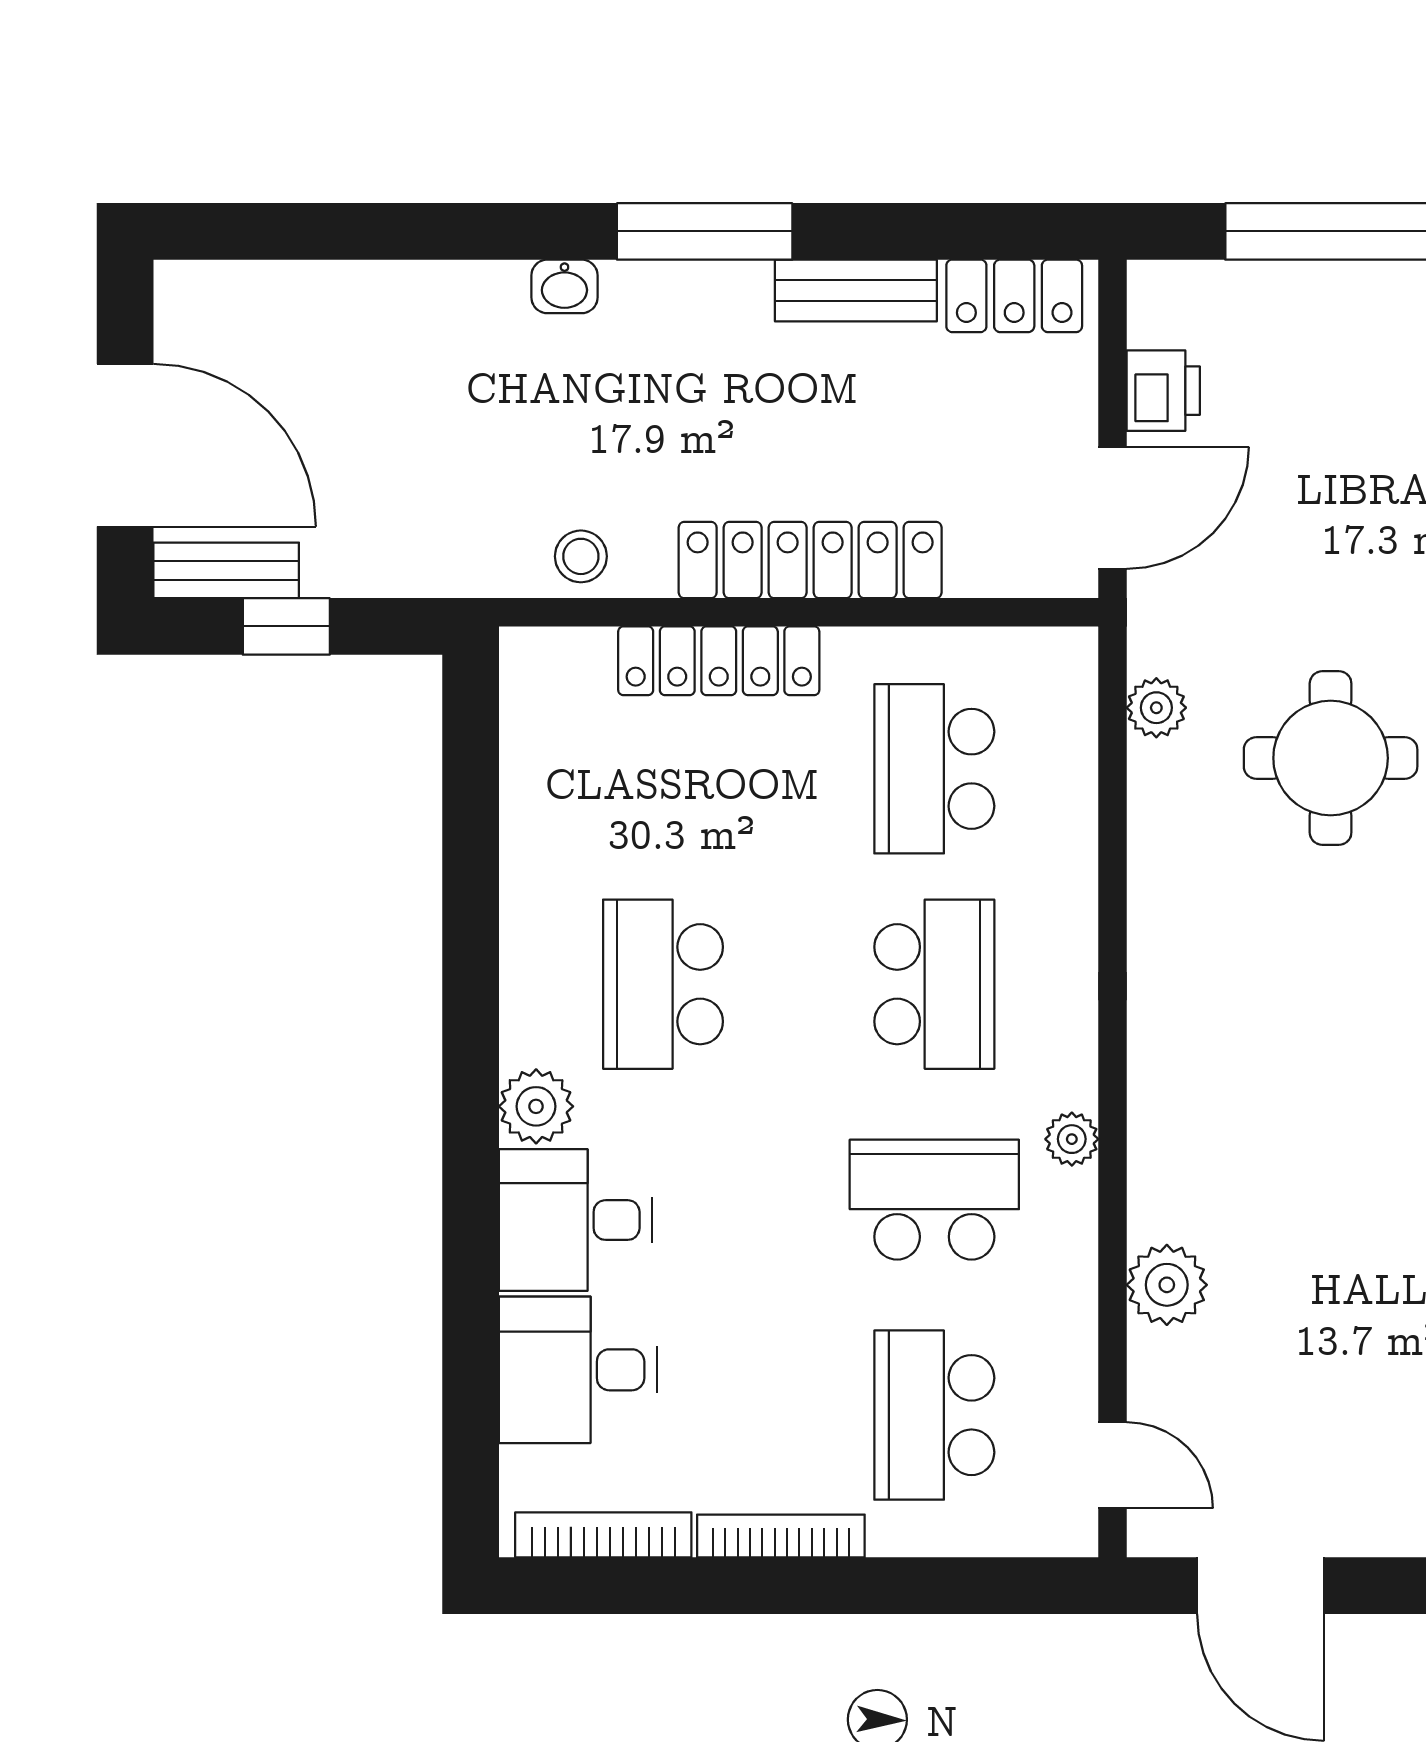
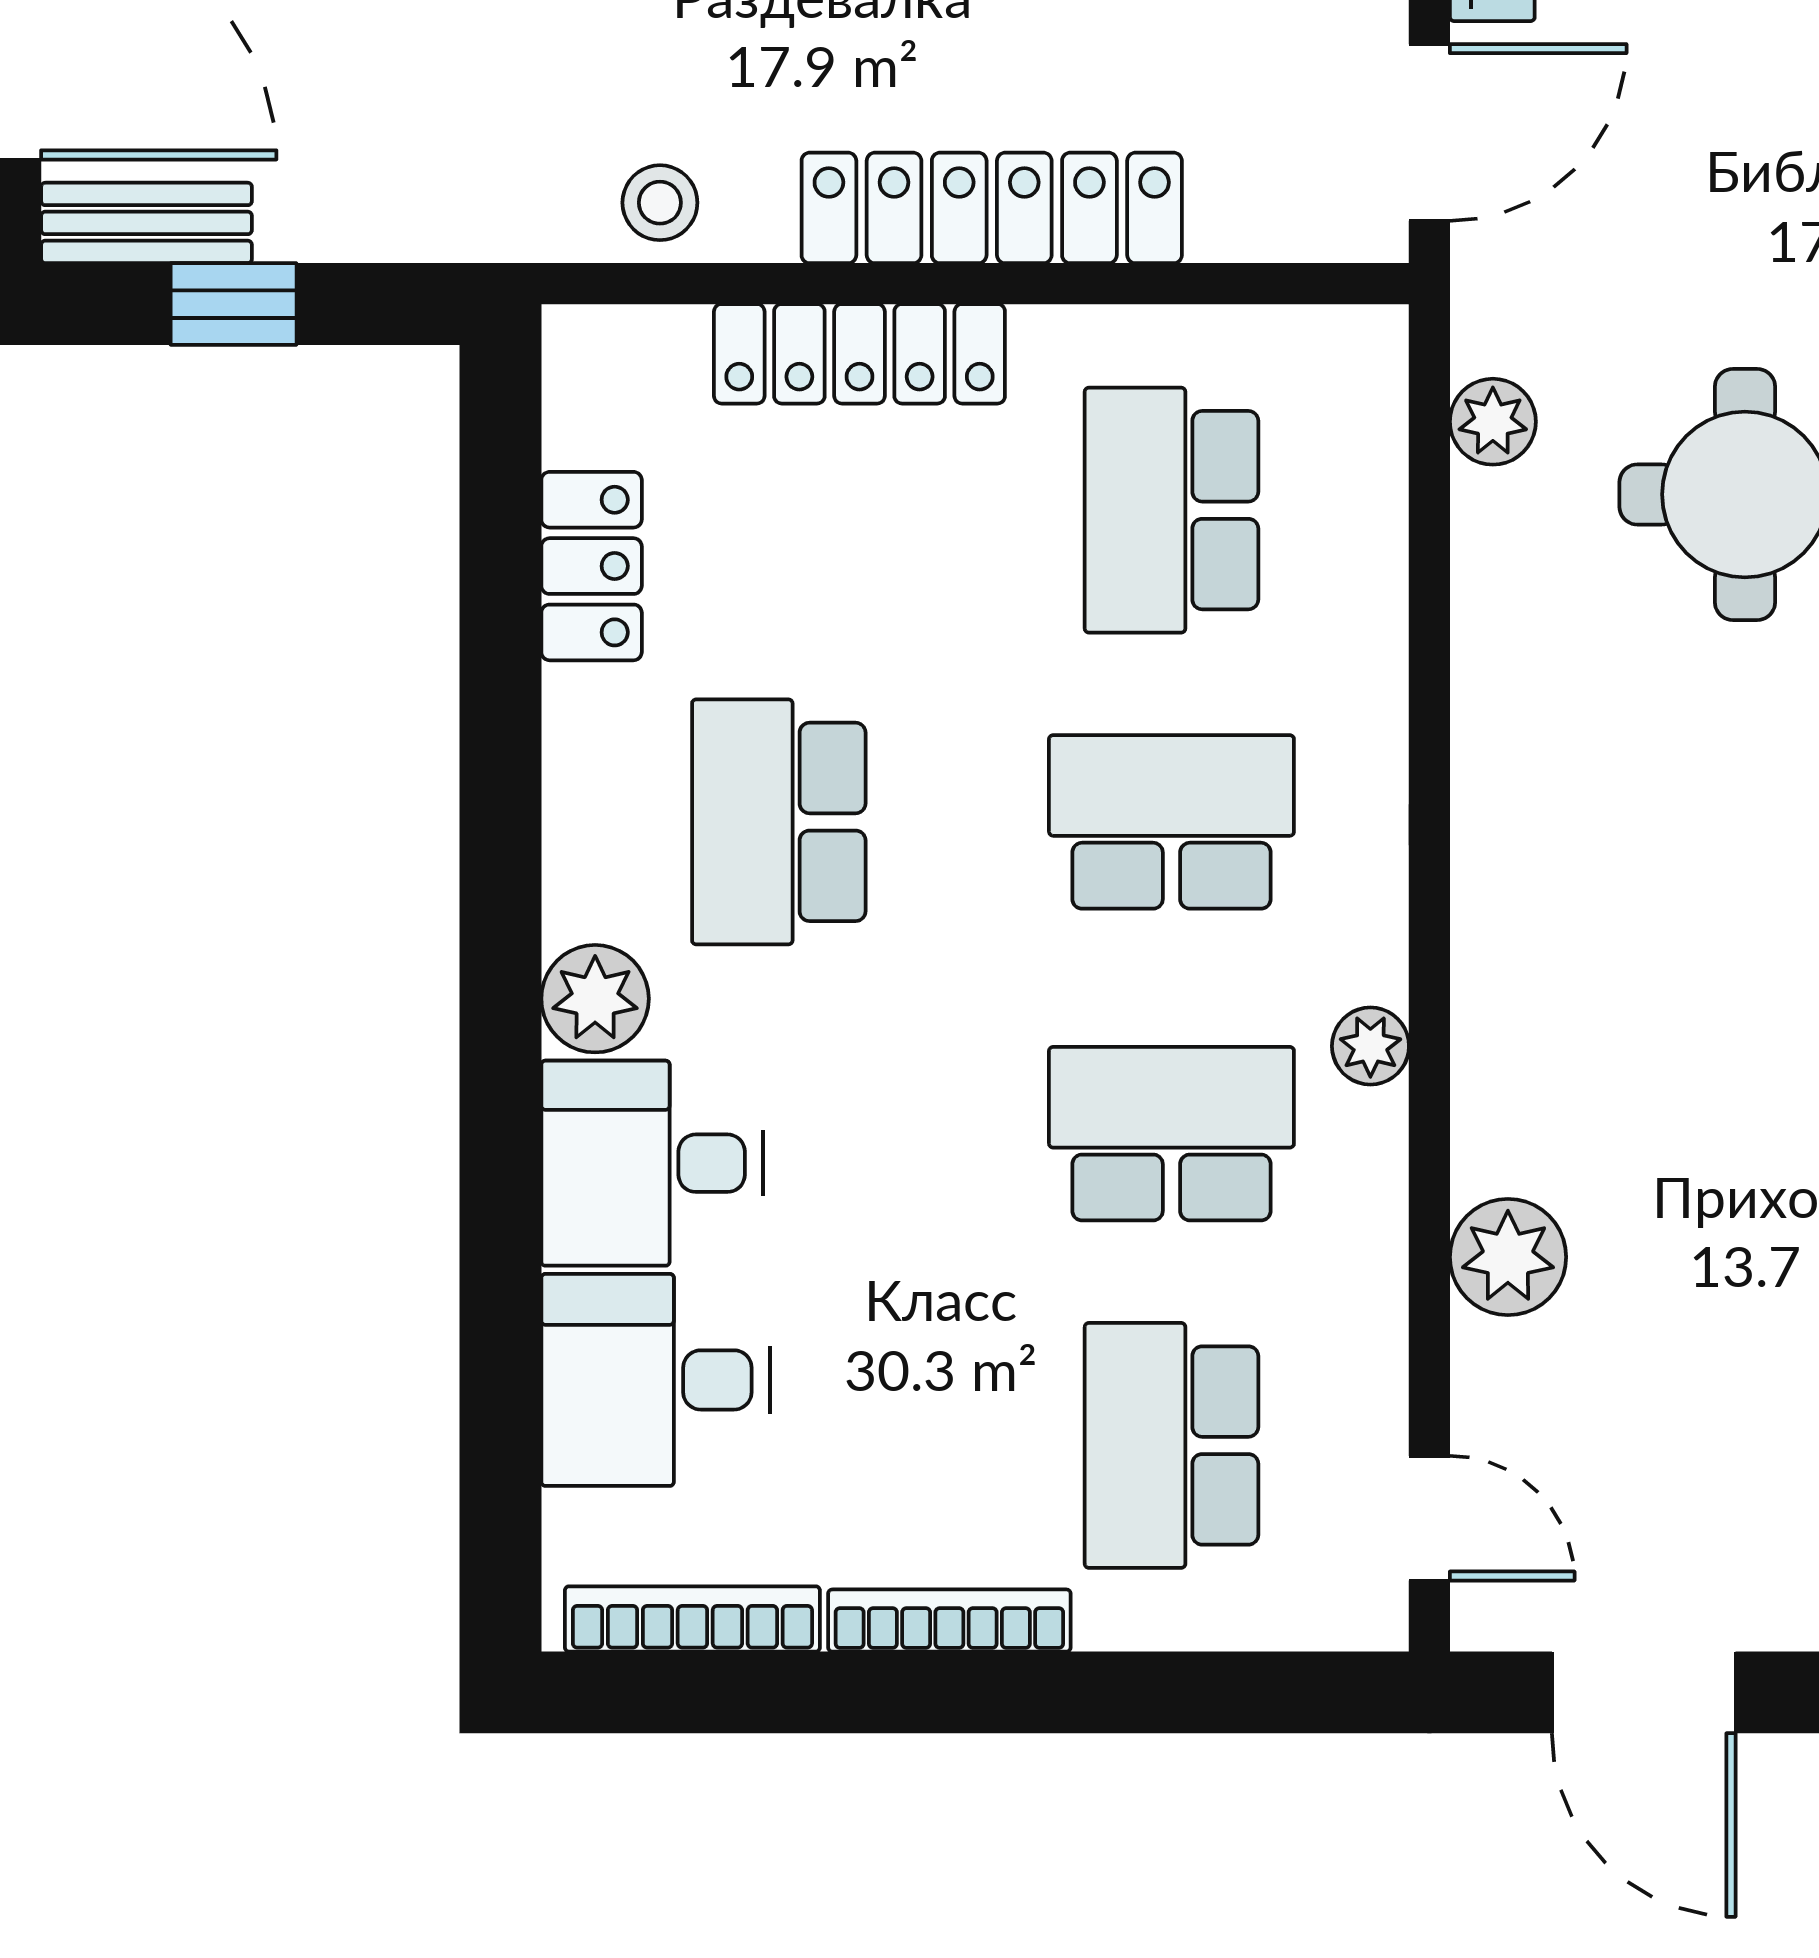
locker: (534, 807) -> (592, 566), added
school desk: (934, 984) -> (1171, 822), turned -90

